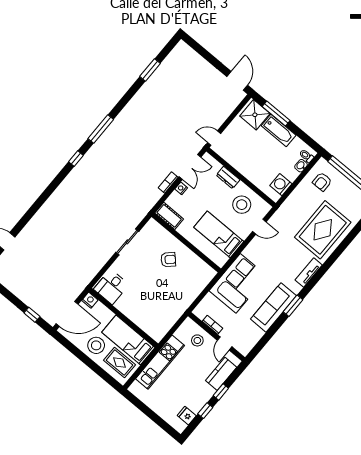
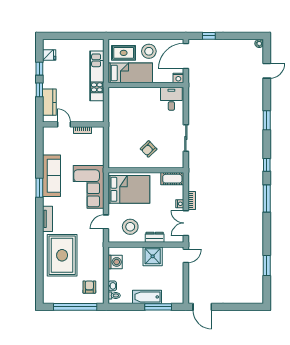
shower: (255, 115) -> (153, 256), moved
window: (43, 198) -> (267, 120), added
bed: (219, 234) -> (129, 189), width x1.50
corner sofa: (238, 283) -> (89, 187), moved
stool: (197, 340) -> (84, 111), removed

